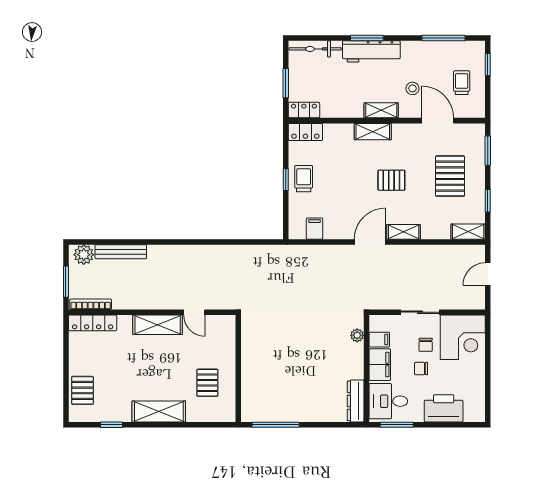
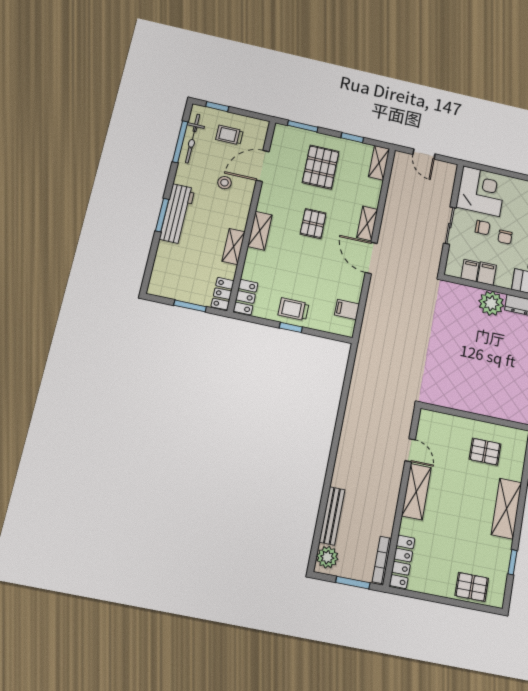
bicycle: (315, 49) -> (193, 138), moved
shelving: (381, 110) -> (233, 247), moved
pallet: (450, 176) -> (321, 167), turned 90
door: (194, 312) -> (410, 450), hinge flipped
plant: (357, 335) -> (491, 303), moved, width x1.88, depth x1.88
filing cabinet: (380, 365) -> (487, 274), width x0.50

